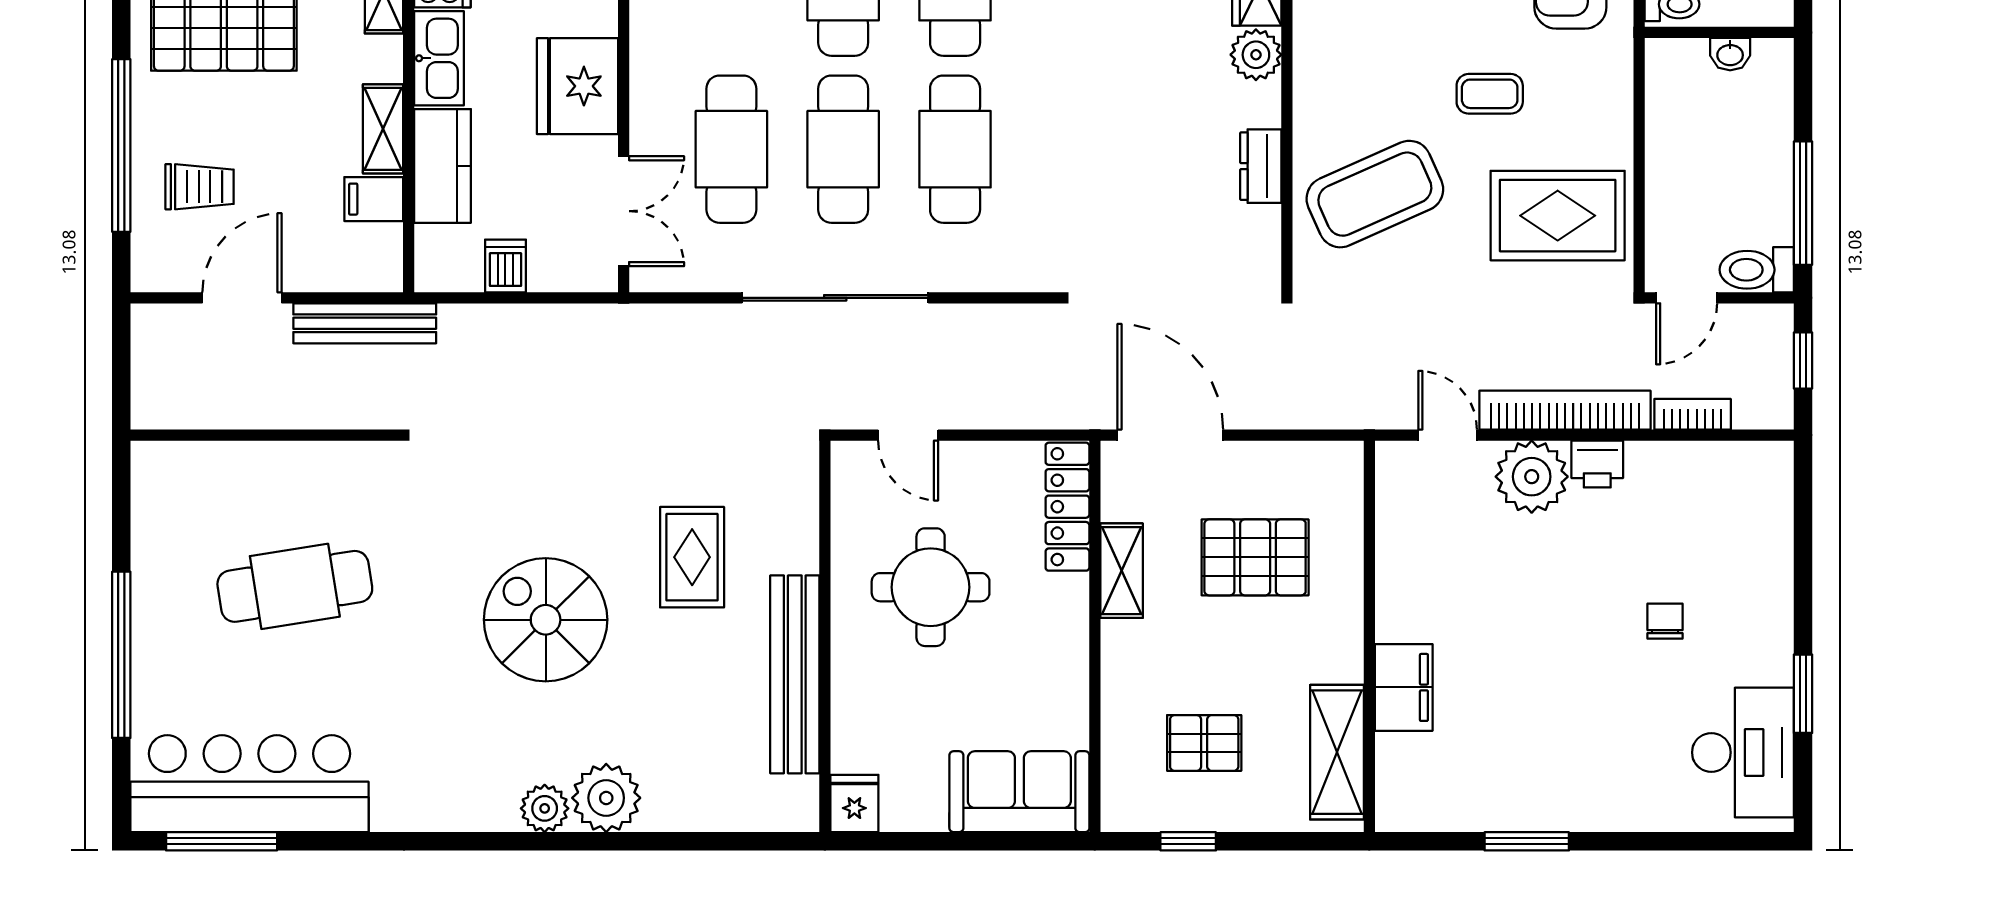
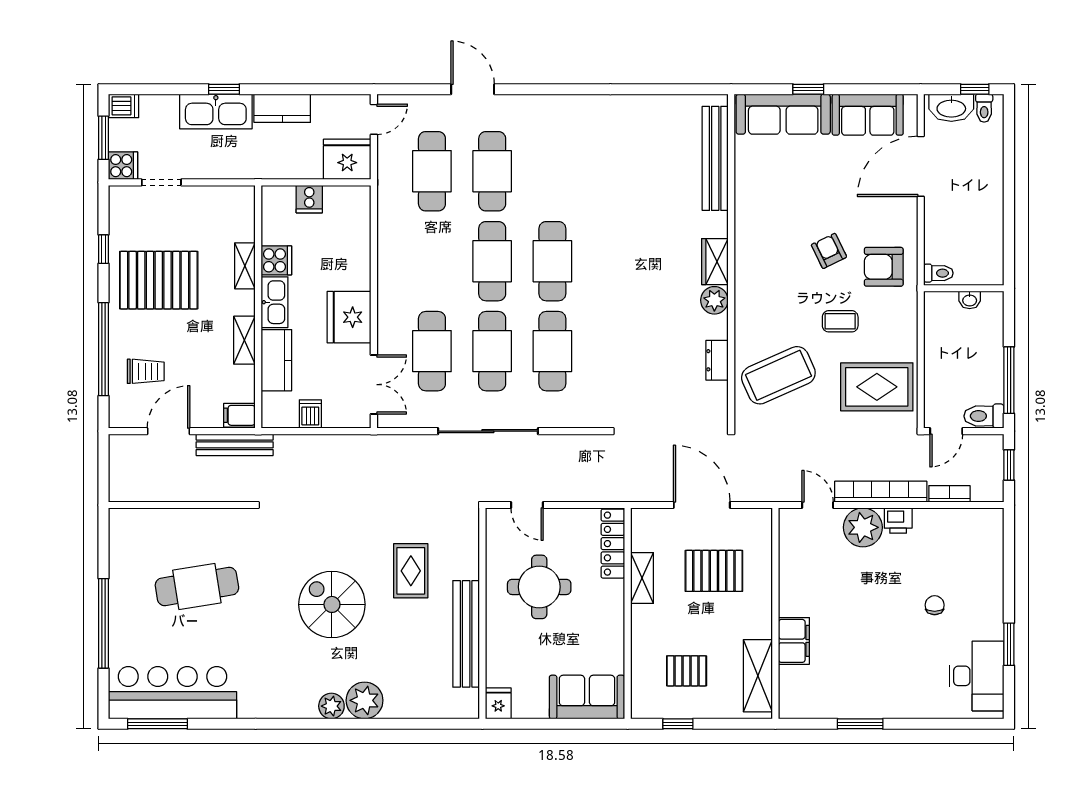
filing cabinet: (374, 199) -> (239, 415), moved
door: (1170, 435) -> (702, 505), moved

